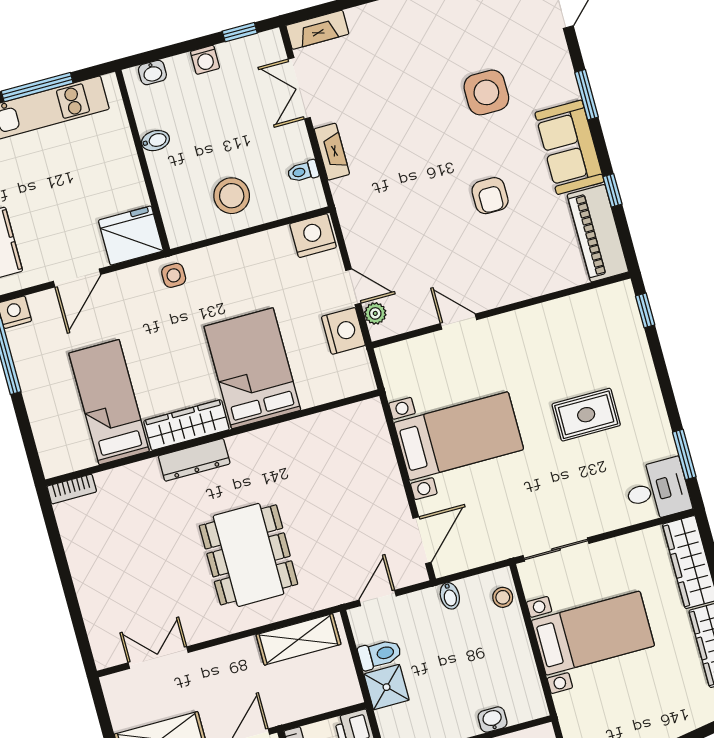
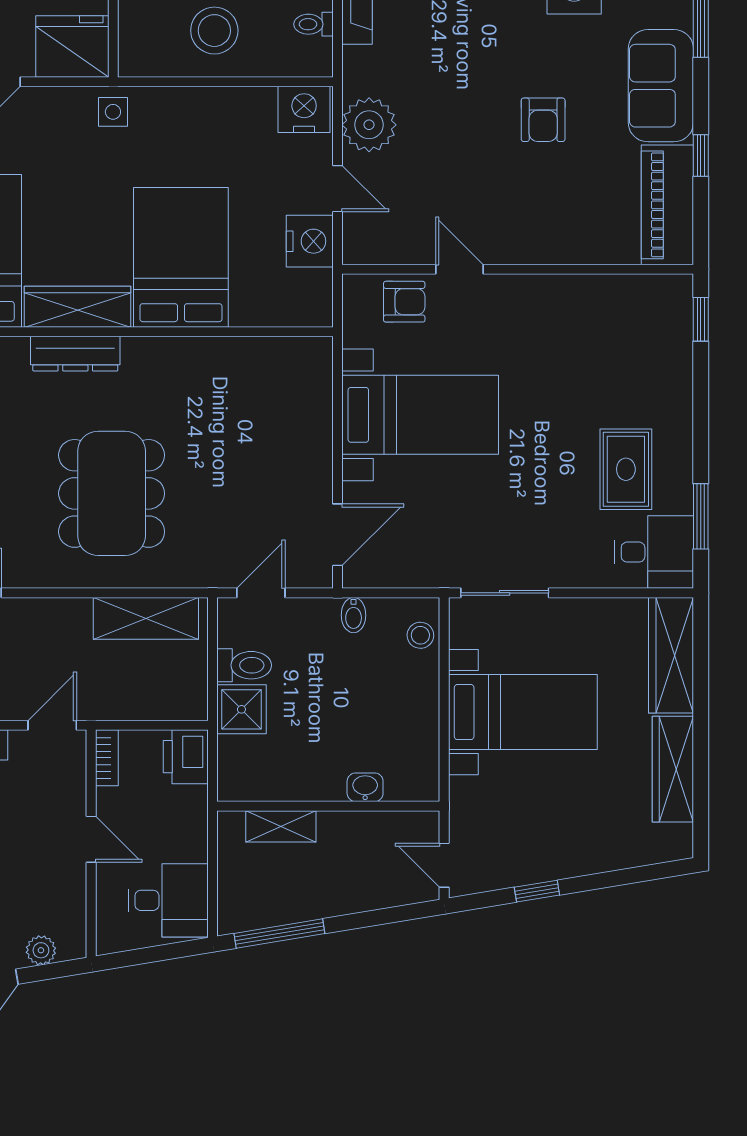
plant: (375, 313) -> (369, 125), moved, width x1.87, depth x1.87
armchair: (425, 356) -> (404, 302), added
rug: (586, 415) -> (626, 469), moved, turned 90

